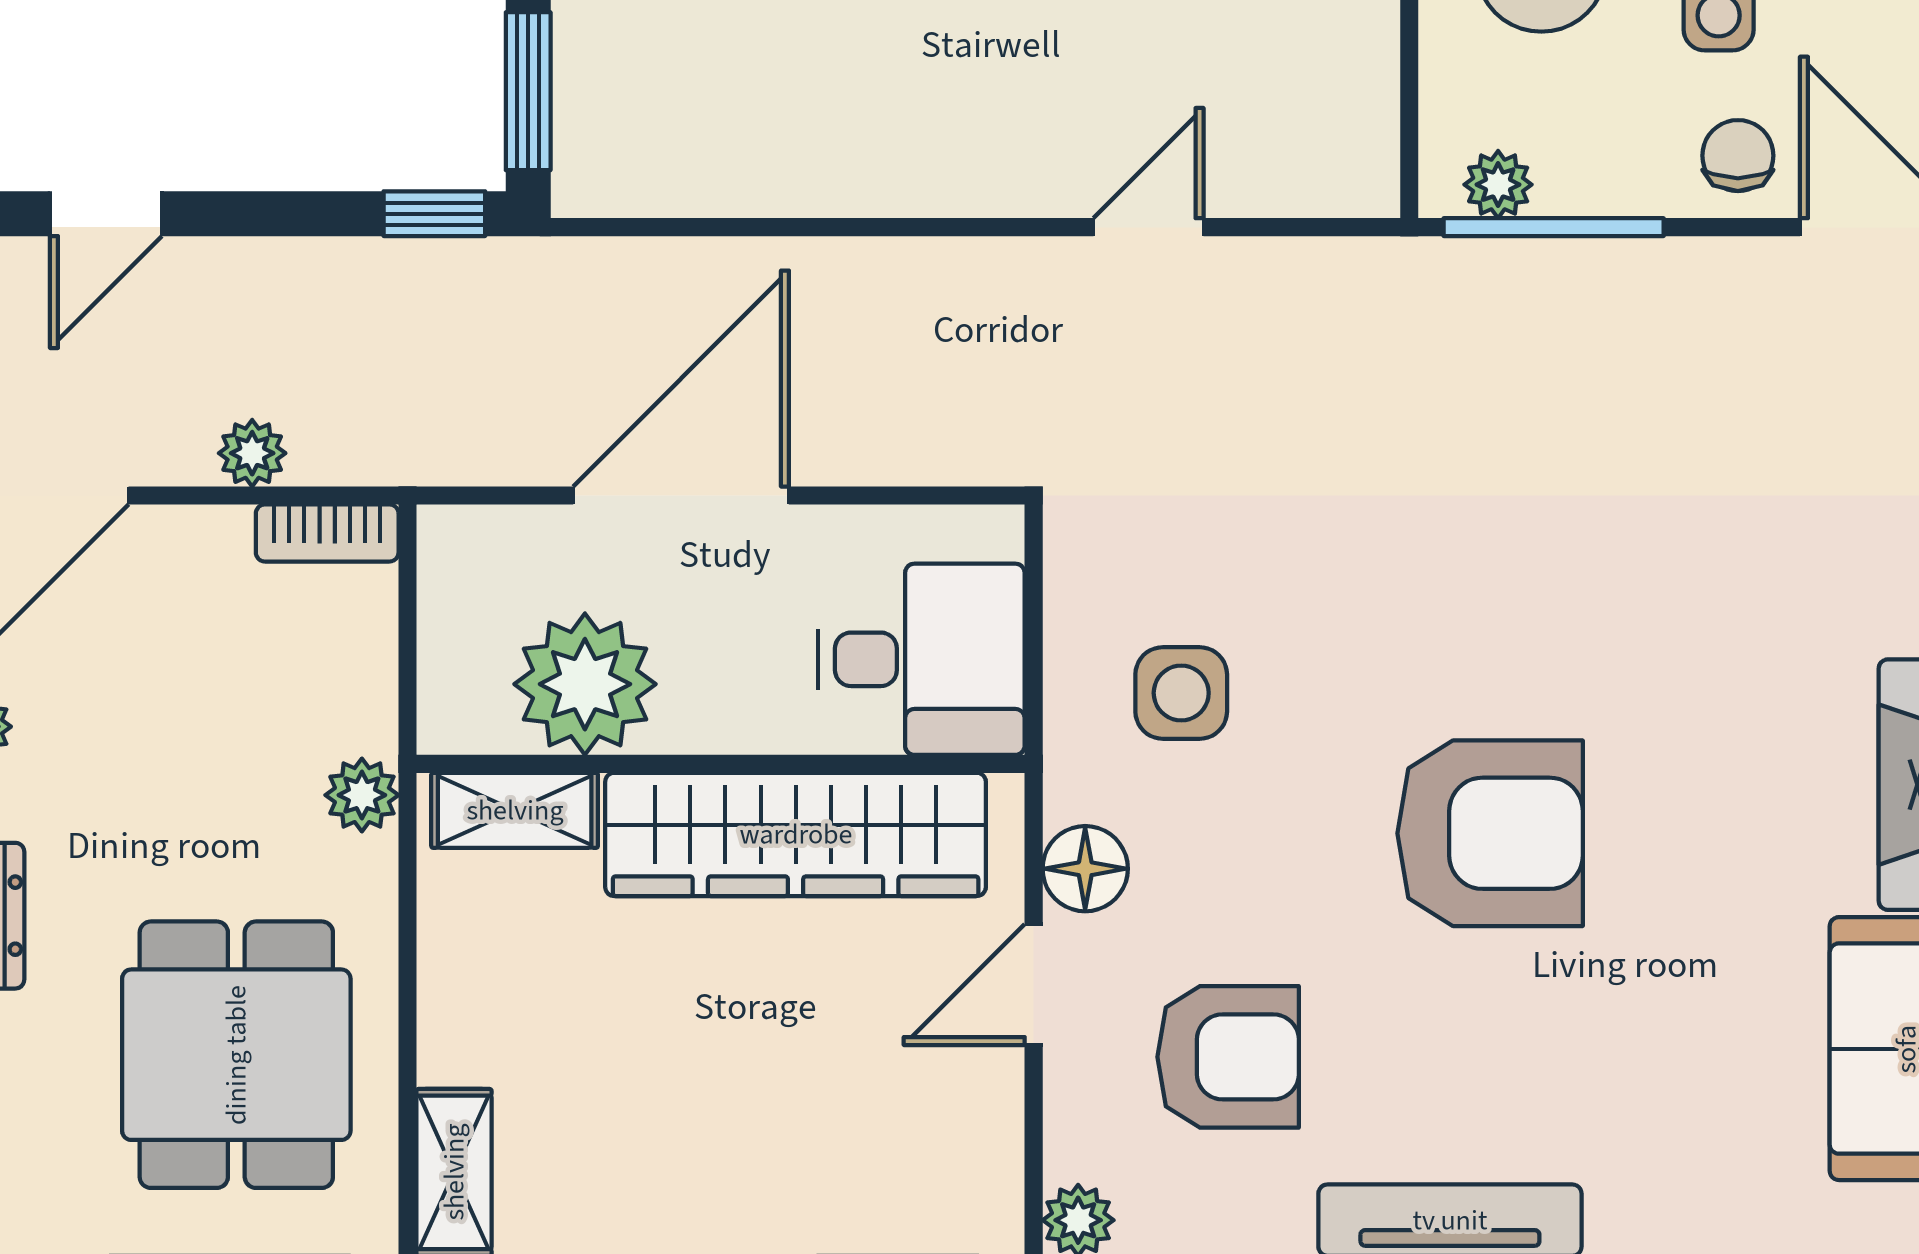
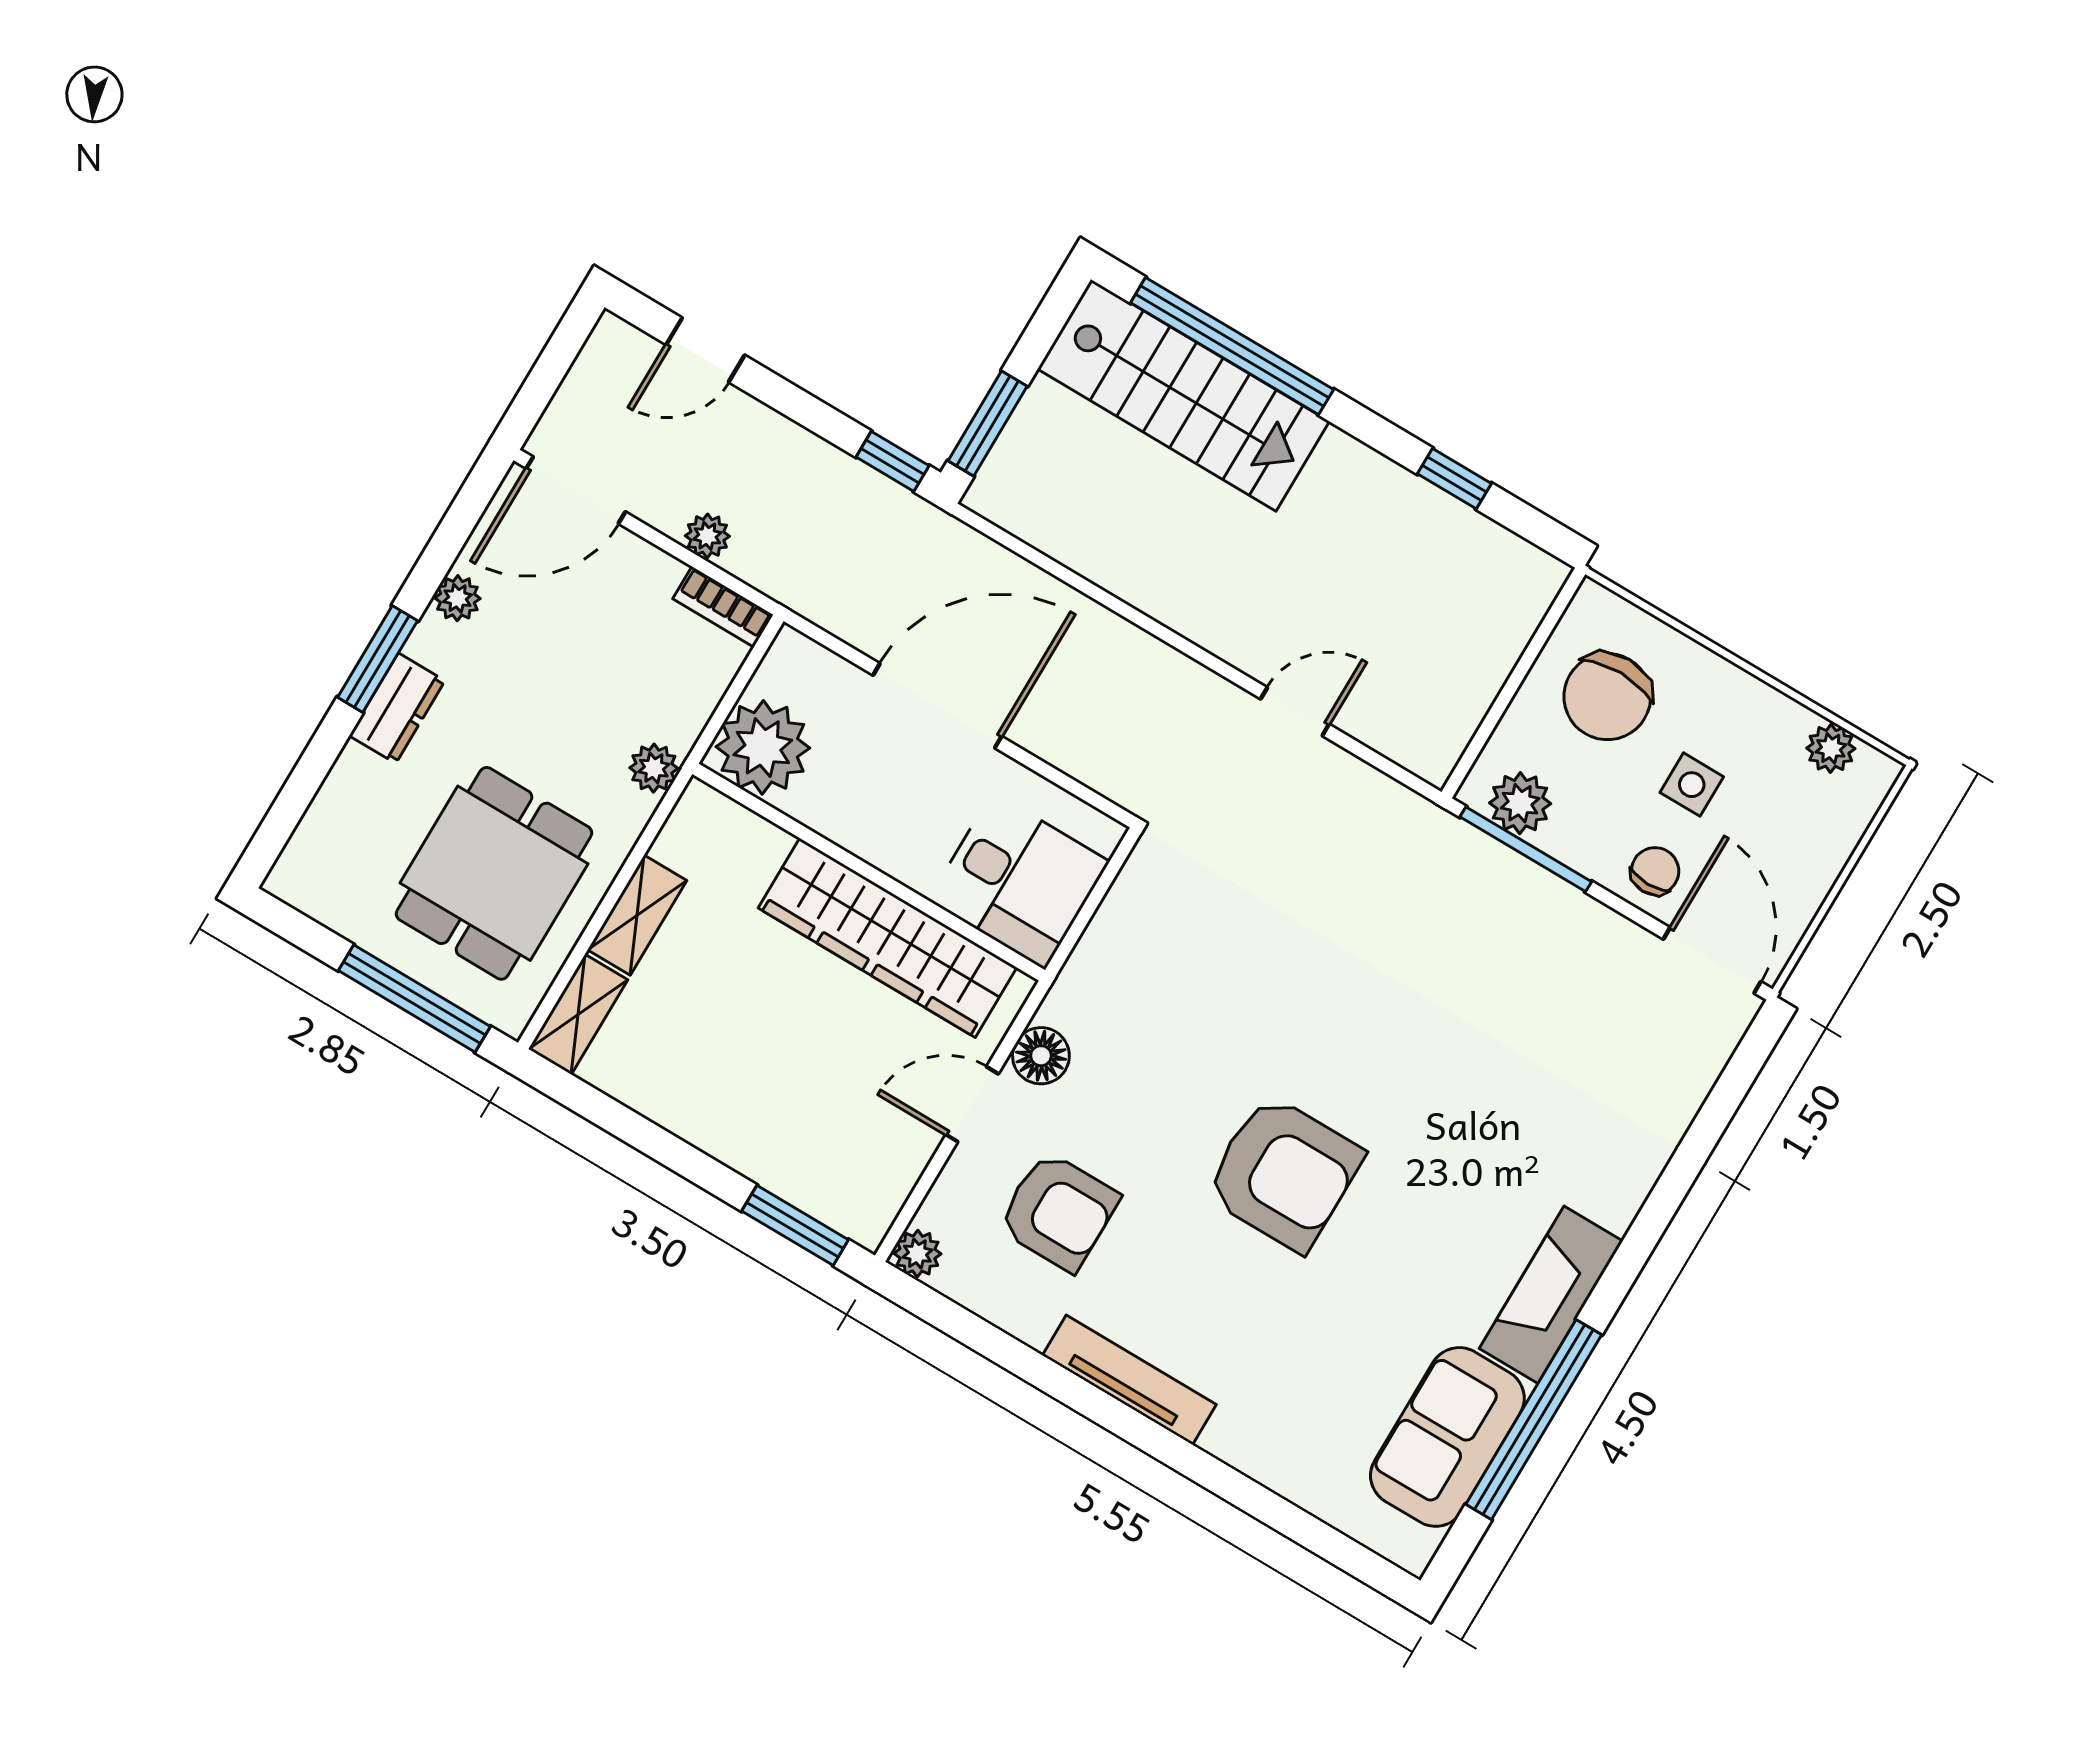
plant: (1498, 185) -> (1520, 803), width x1.38, depth x1.38
plant: (585, 684) -> (763, 747), moved
side table: (1181, 693) -> (1155, 988), removed
shelving: (515, 810) -> (637, 915), moved, turned 90

